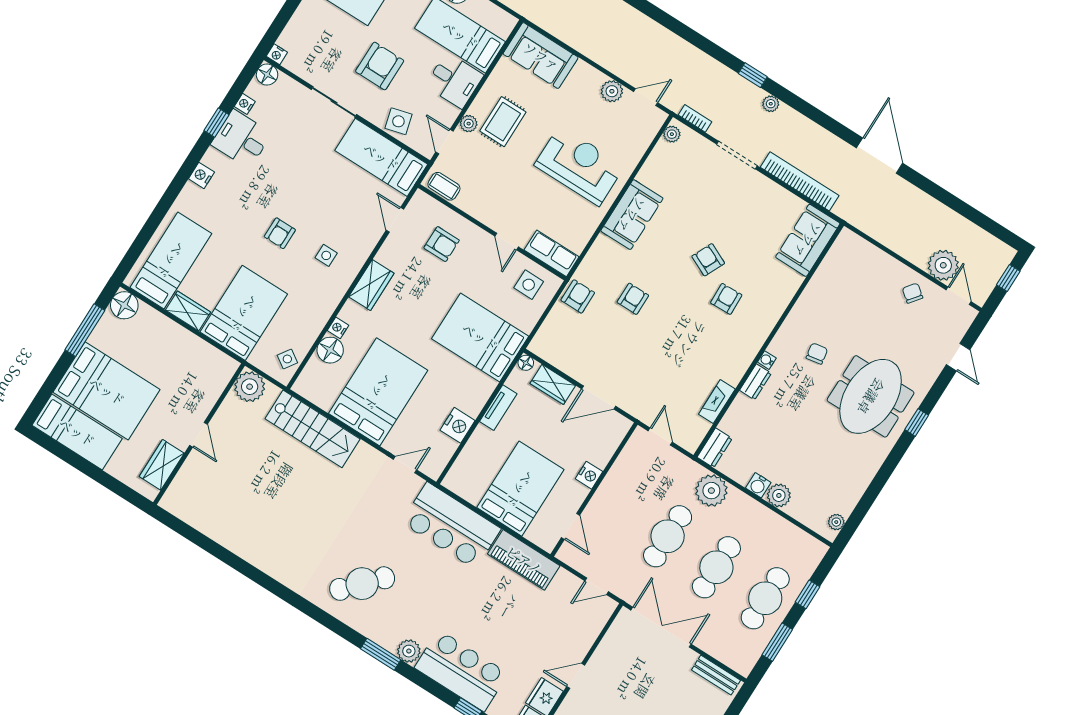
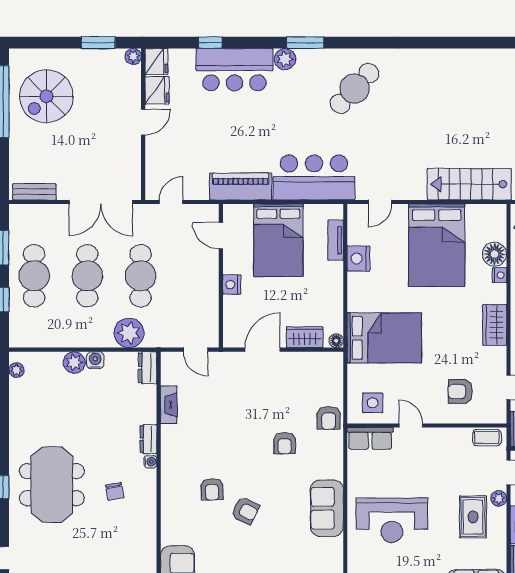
tv unit: (498, 408) -> (336, 240), moved

